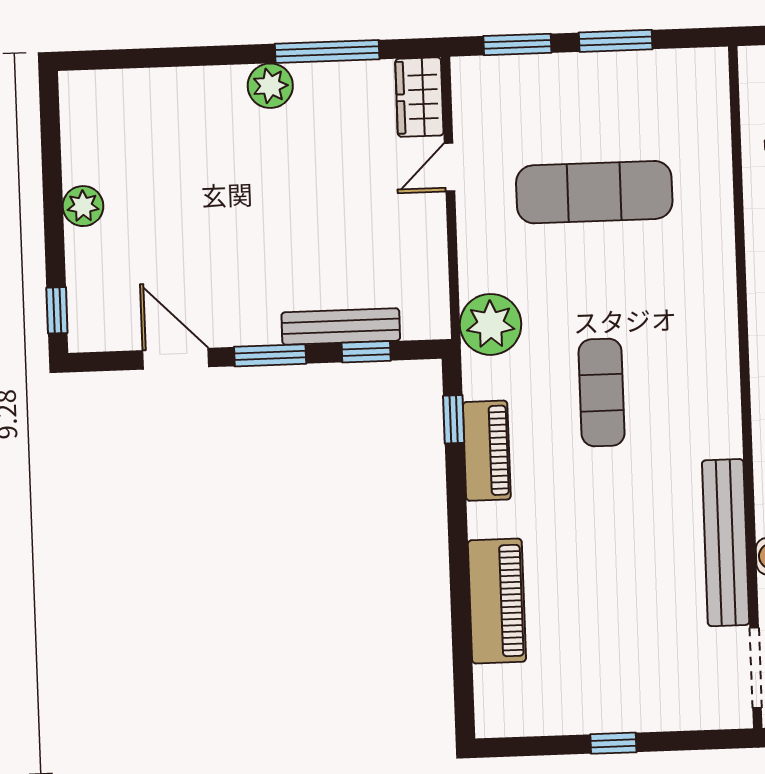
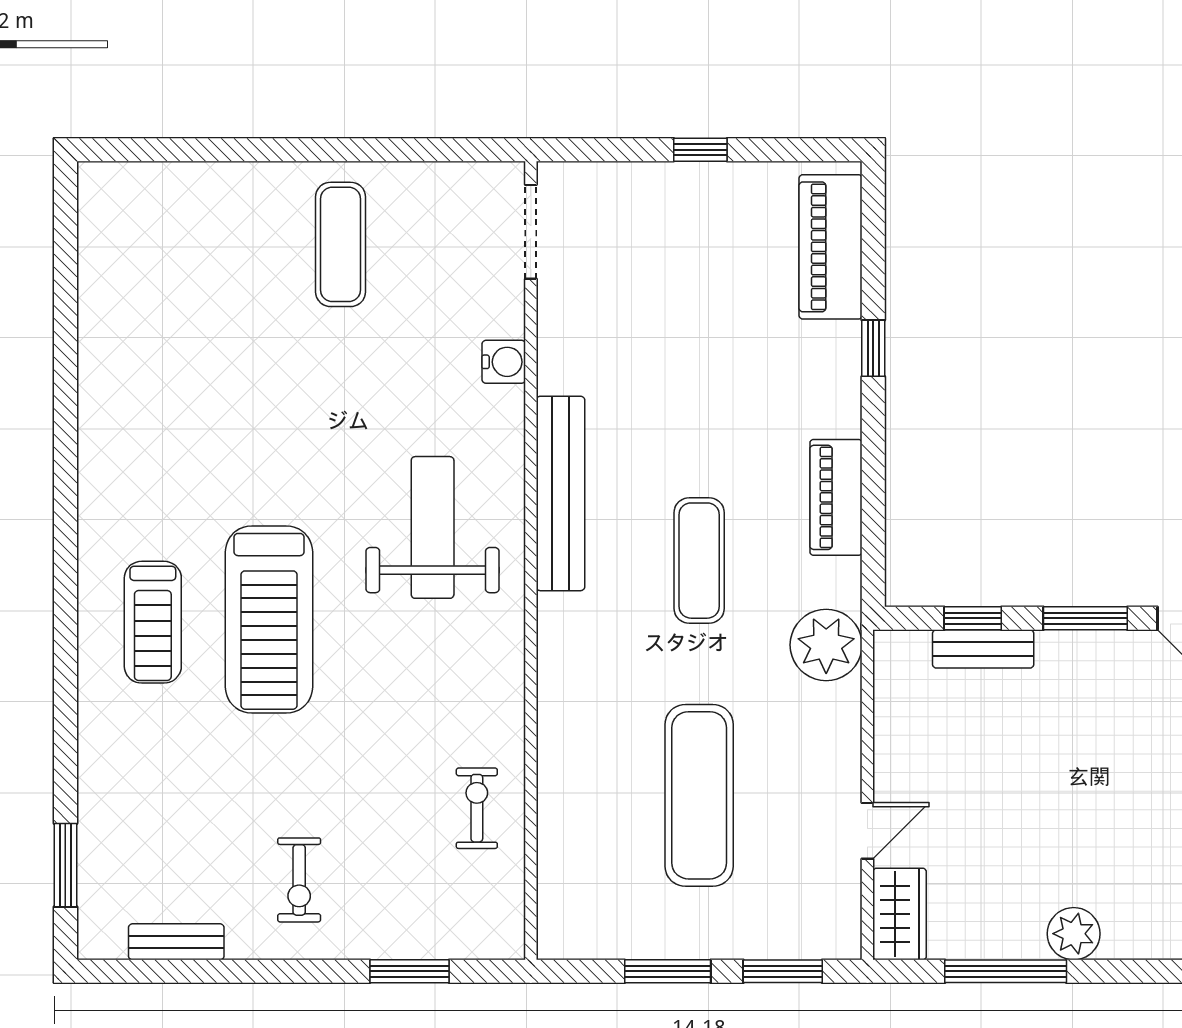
exercise mat: (594, 192) -> (699, 795), turned 90
bench: (341, 326) -> (983, 649), width x0.73
window: (454, 419) -> (873, 348), moved
bench: (726, 543) -> (560, 493), moved
piano: (497, 601) -> (831, 247), moved

